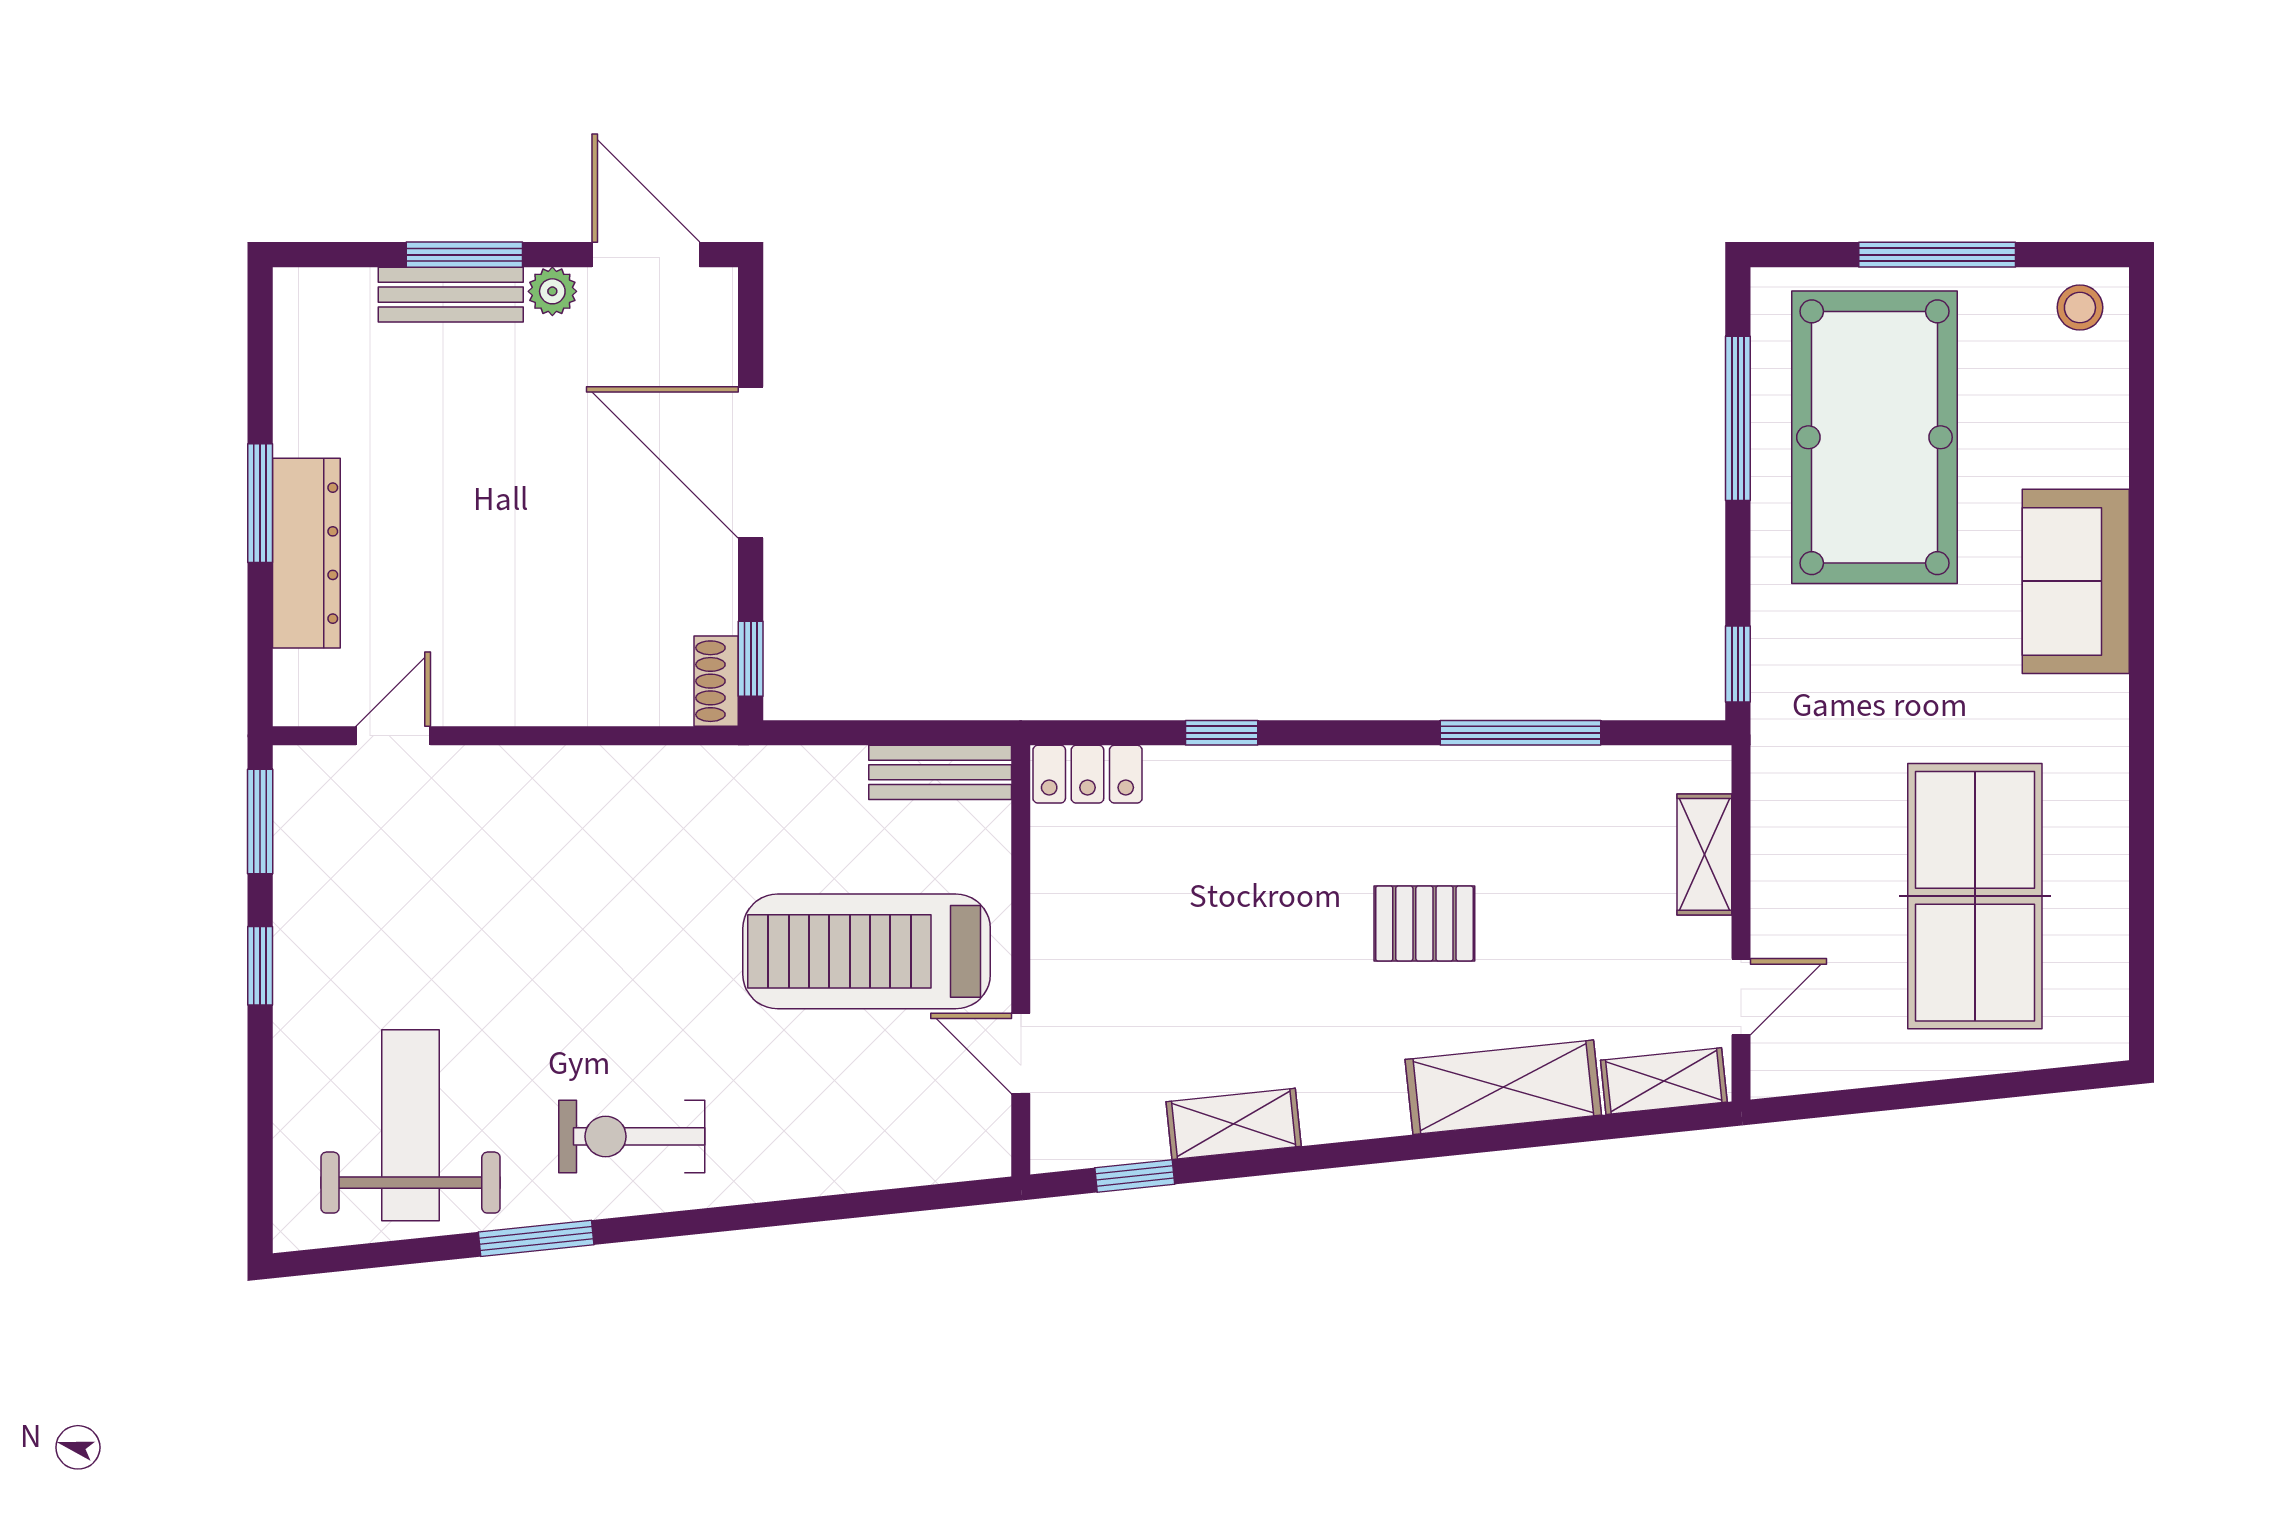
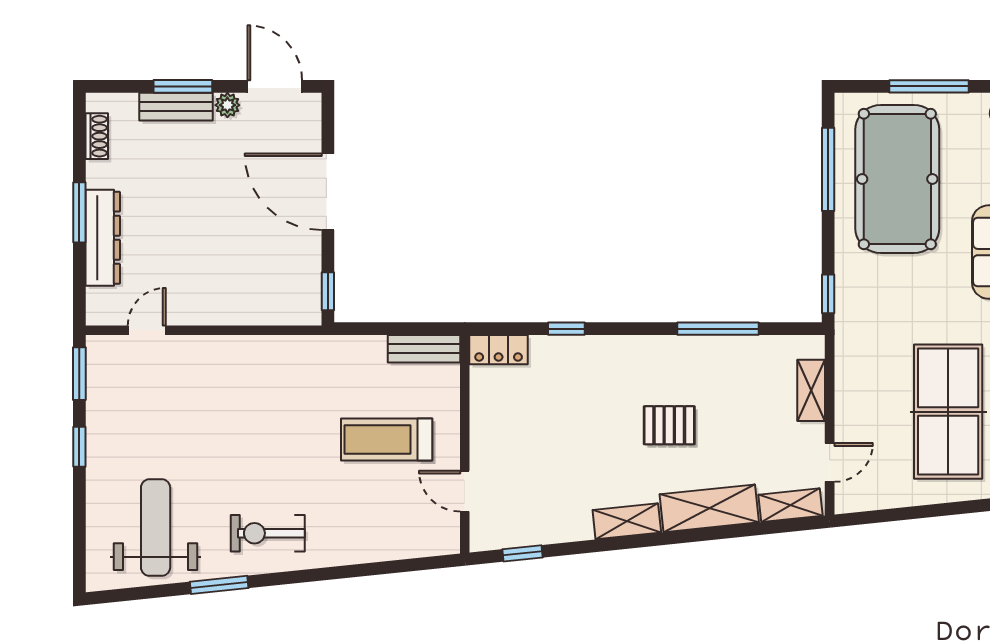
shoe rack: (716, 681) -> (97, 136), moved, turned 180
treadmill: (867, 951) -> (387, 439), width x0.73, depth x0.73
shelving: (1234, 1124) -> (627, 521), moved

